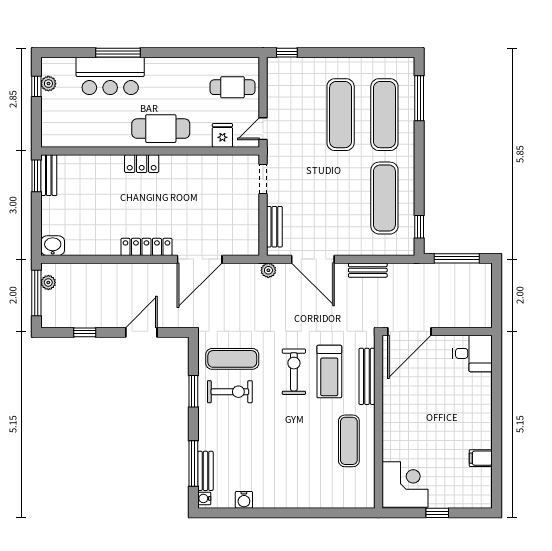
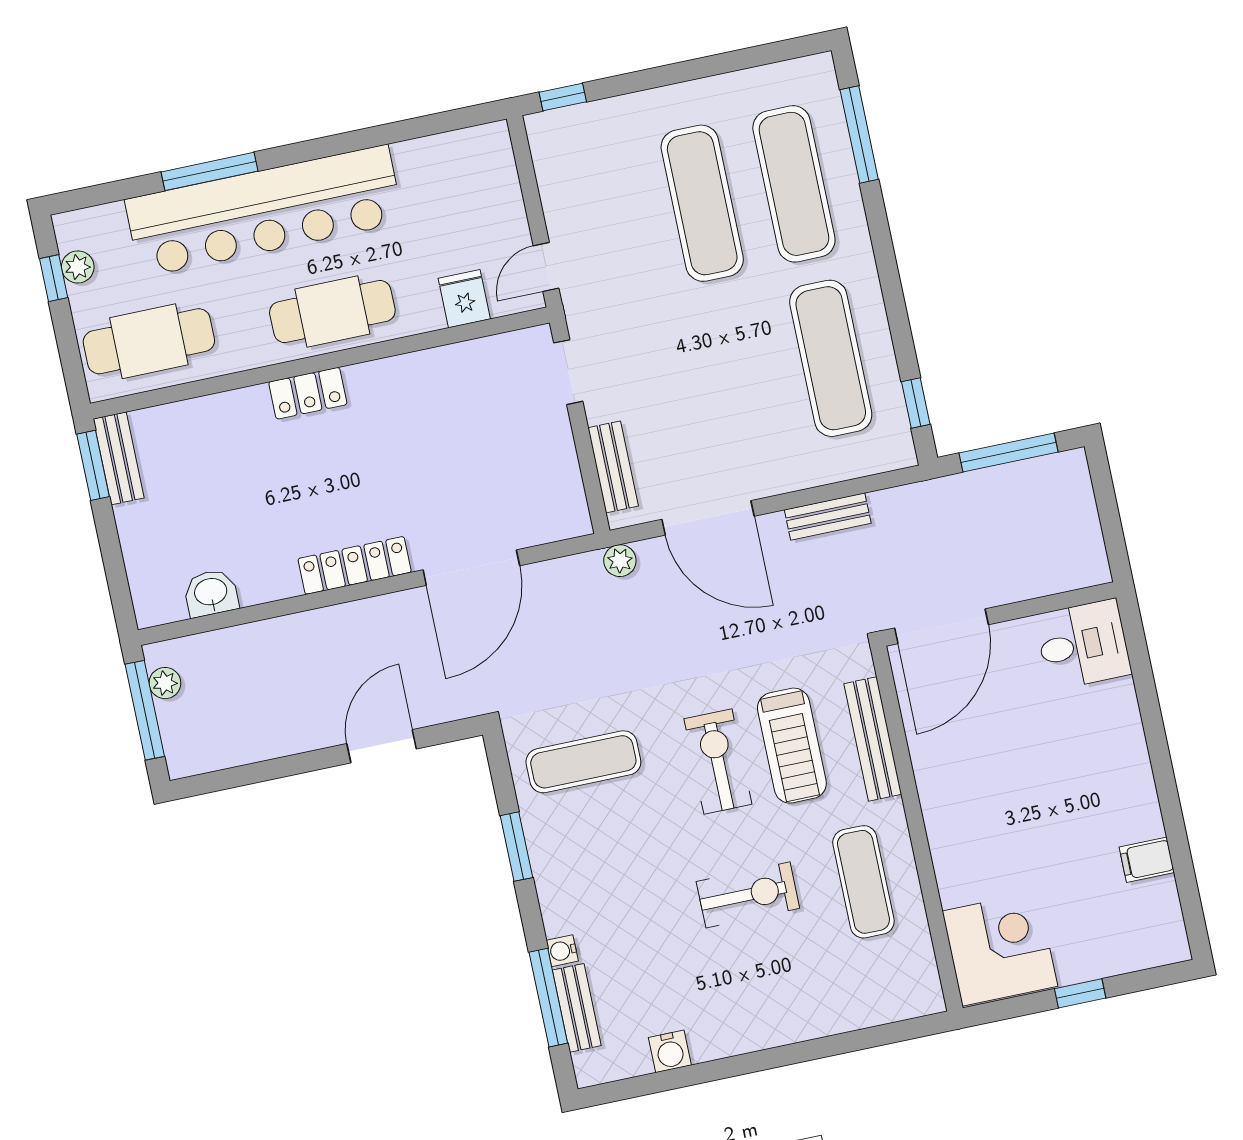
bar counter: (110, 76) -> (264, 211), width x1.86
cafe table: (232, 87) -> (149, 341), moved, width x1.37, depth x1.35
washbasin: (53, 246) -> (211, 593), moved
window: (85, 332) -> (263, 771), removed
exercise bike: (230, 392) -> (748, 895), moved
water cooler: (204, 498) -> (562, 951), moved

